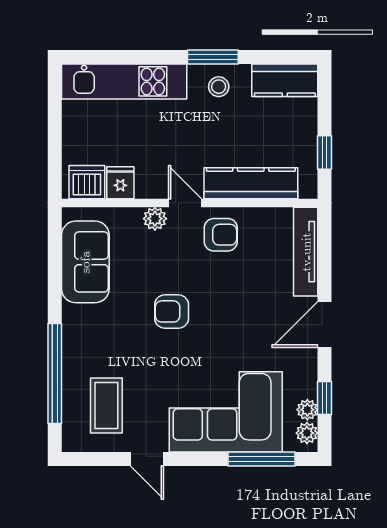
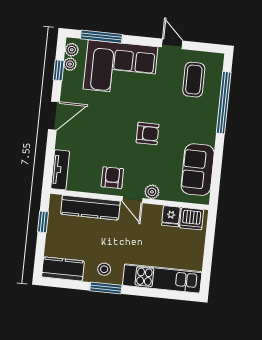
armchair: (221, 235) -> (112, 178), turned 90
tv unit: (306, 252) -> (60, 170), width x0.71

